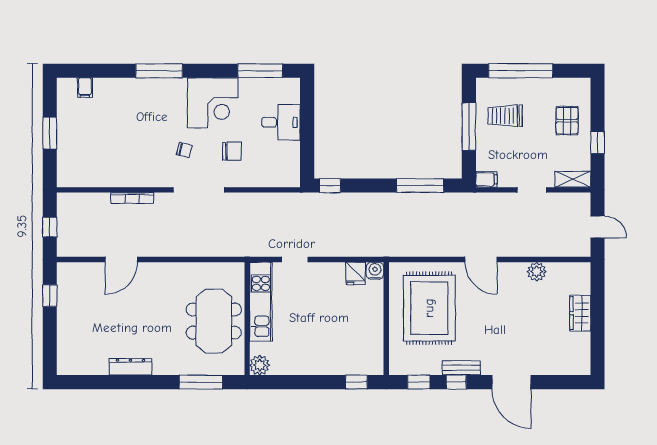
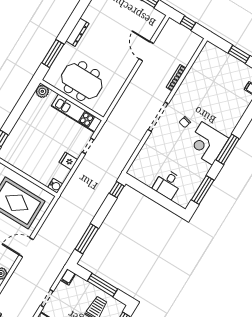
window: (159, 71) -> (228, 149), moved
corner desk: (213, 103) -> (207, 143), moved
chair: (232, 151) -> (168, 148), removed
fridge: (355, 273) -> (68, 161), moved
dresser: (131, 367) -> (77, 32), moved

